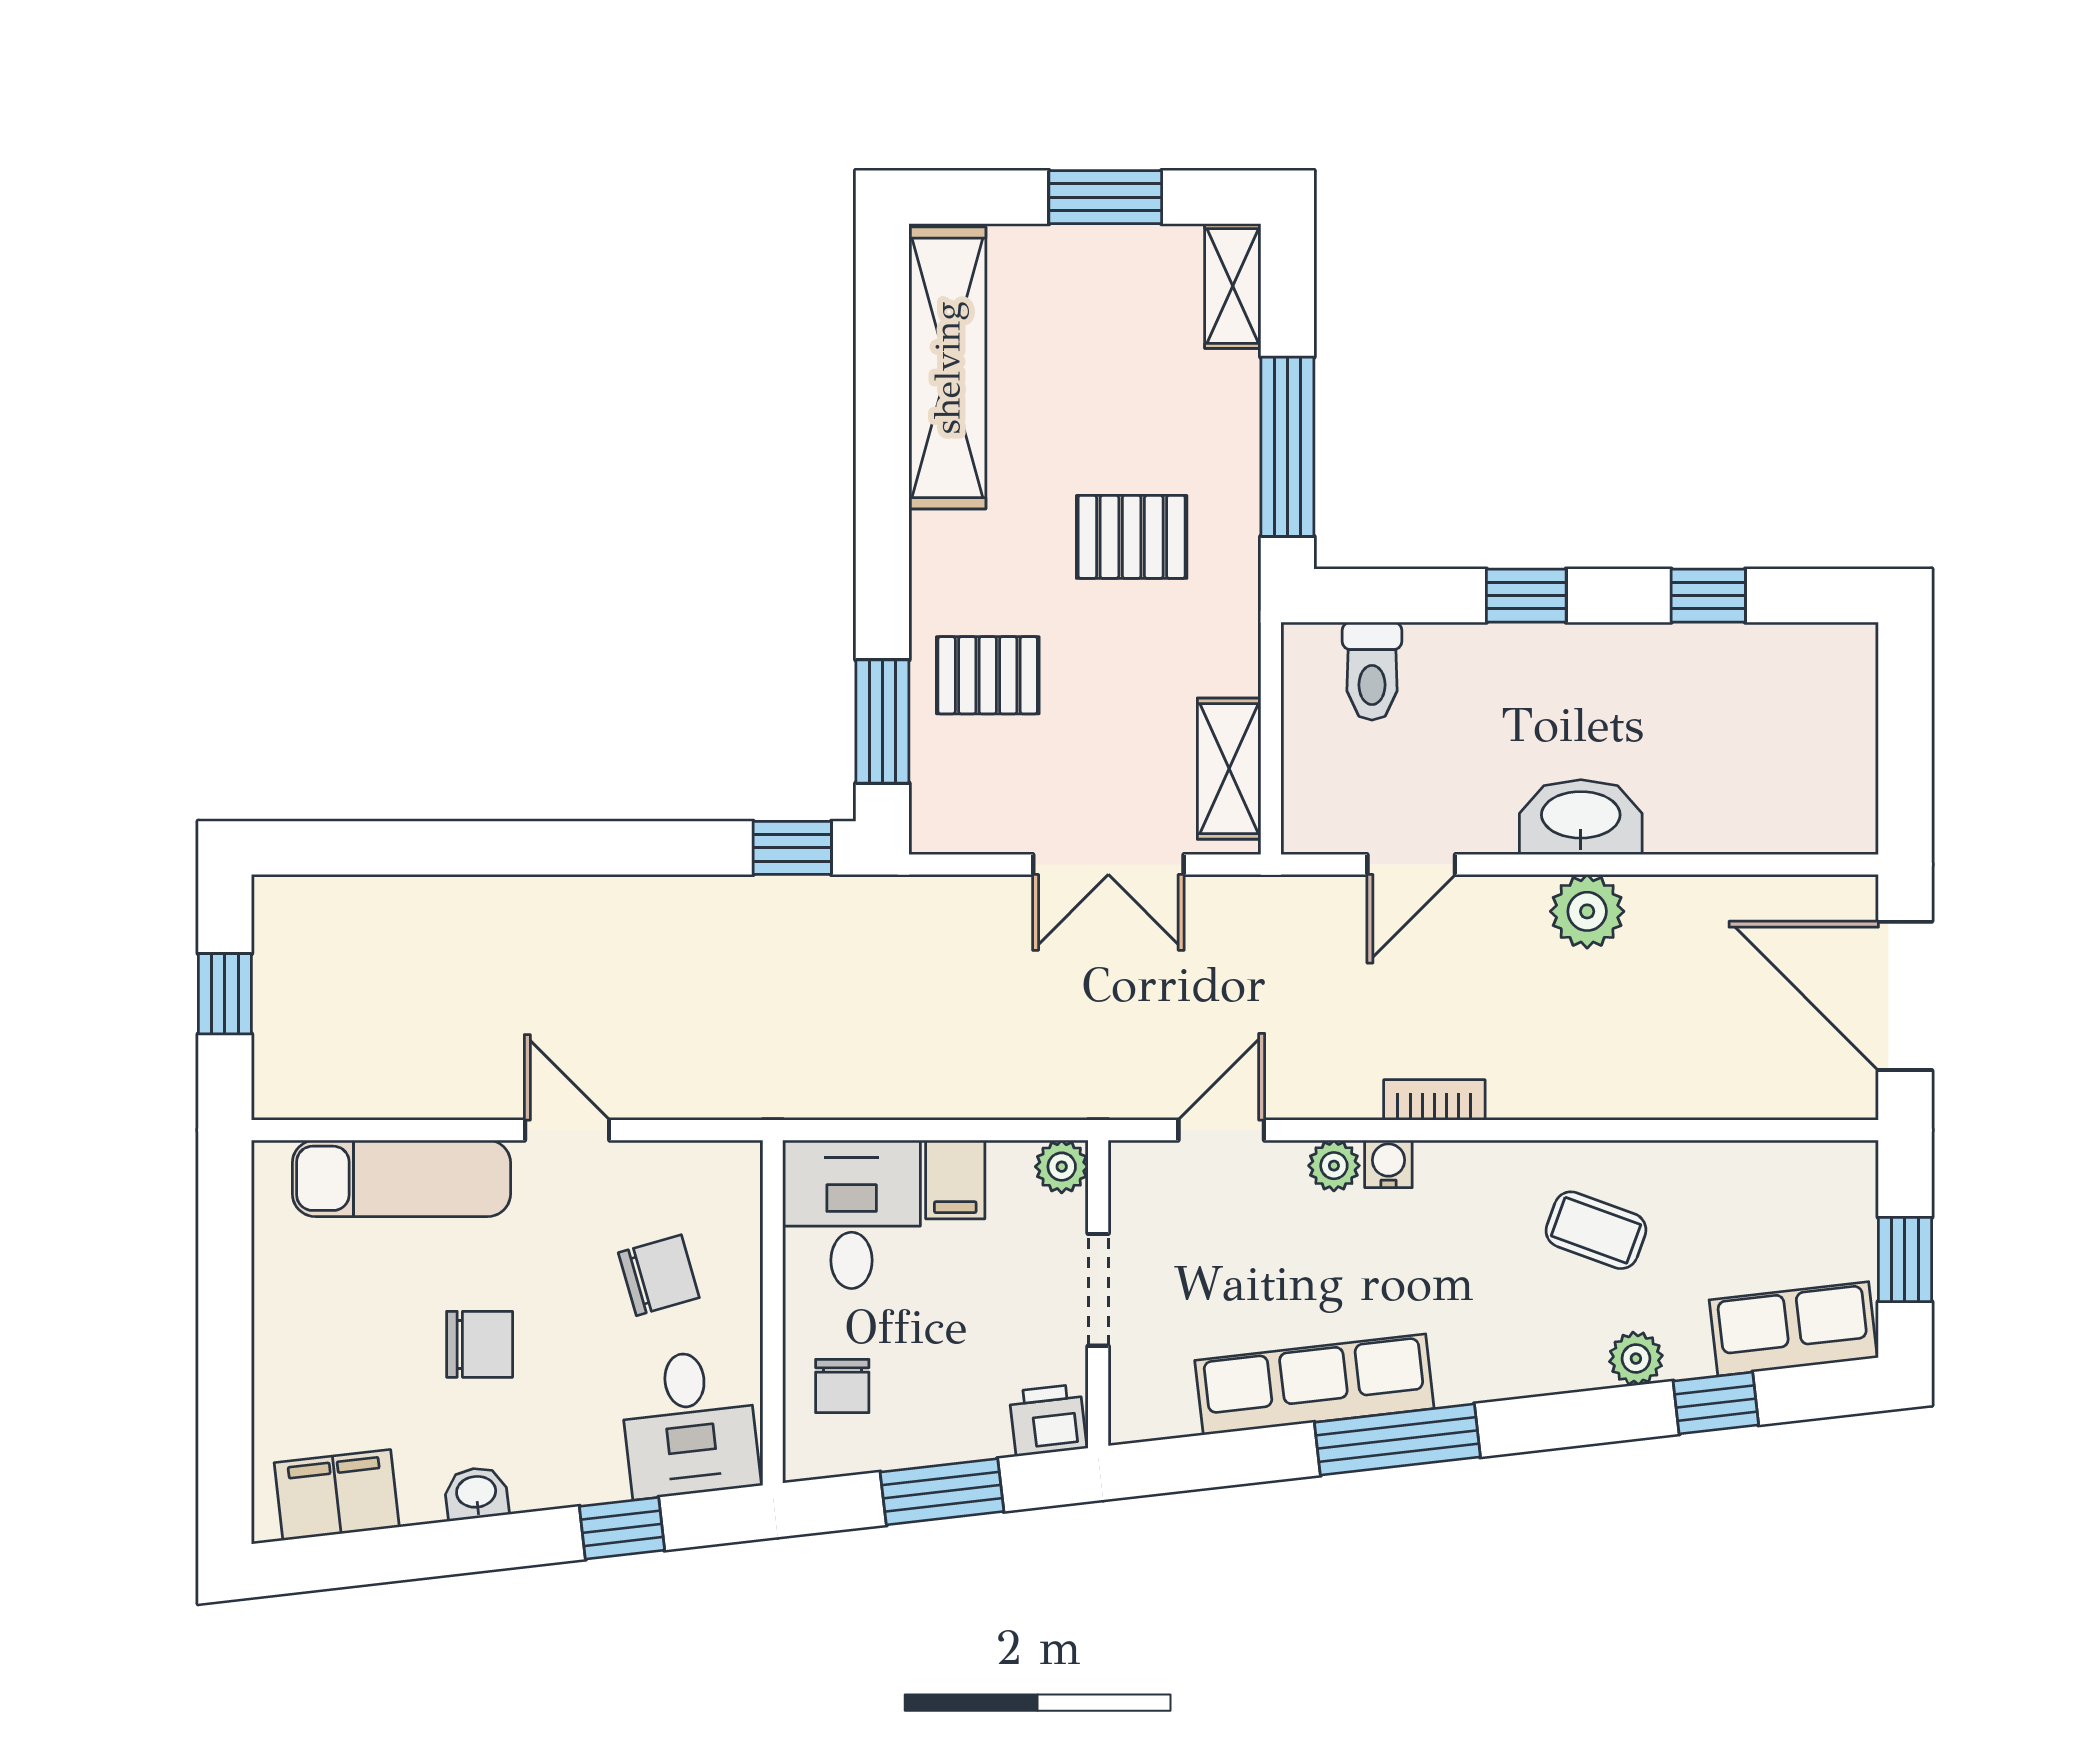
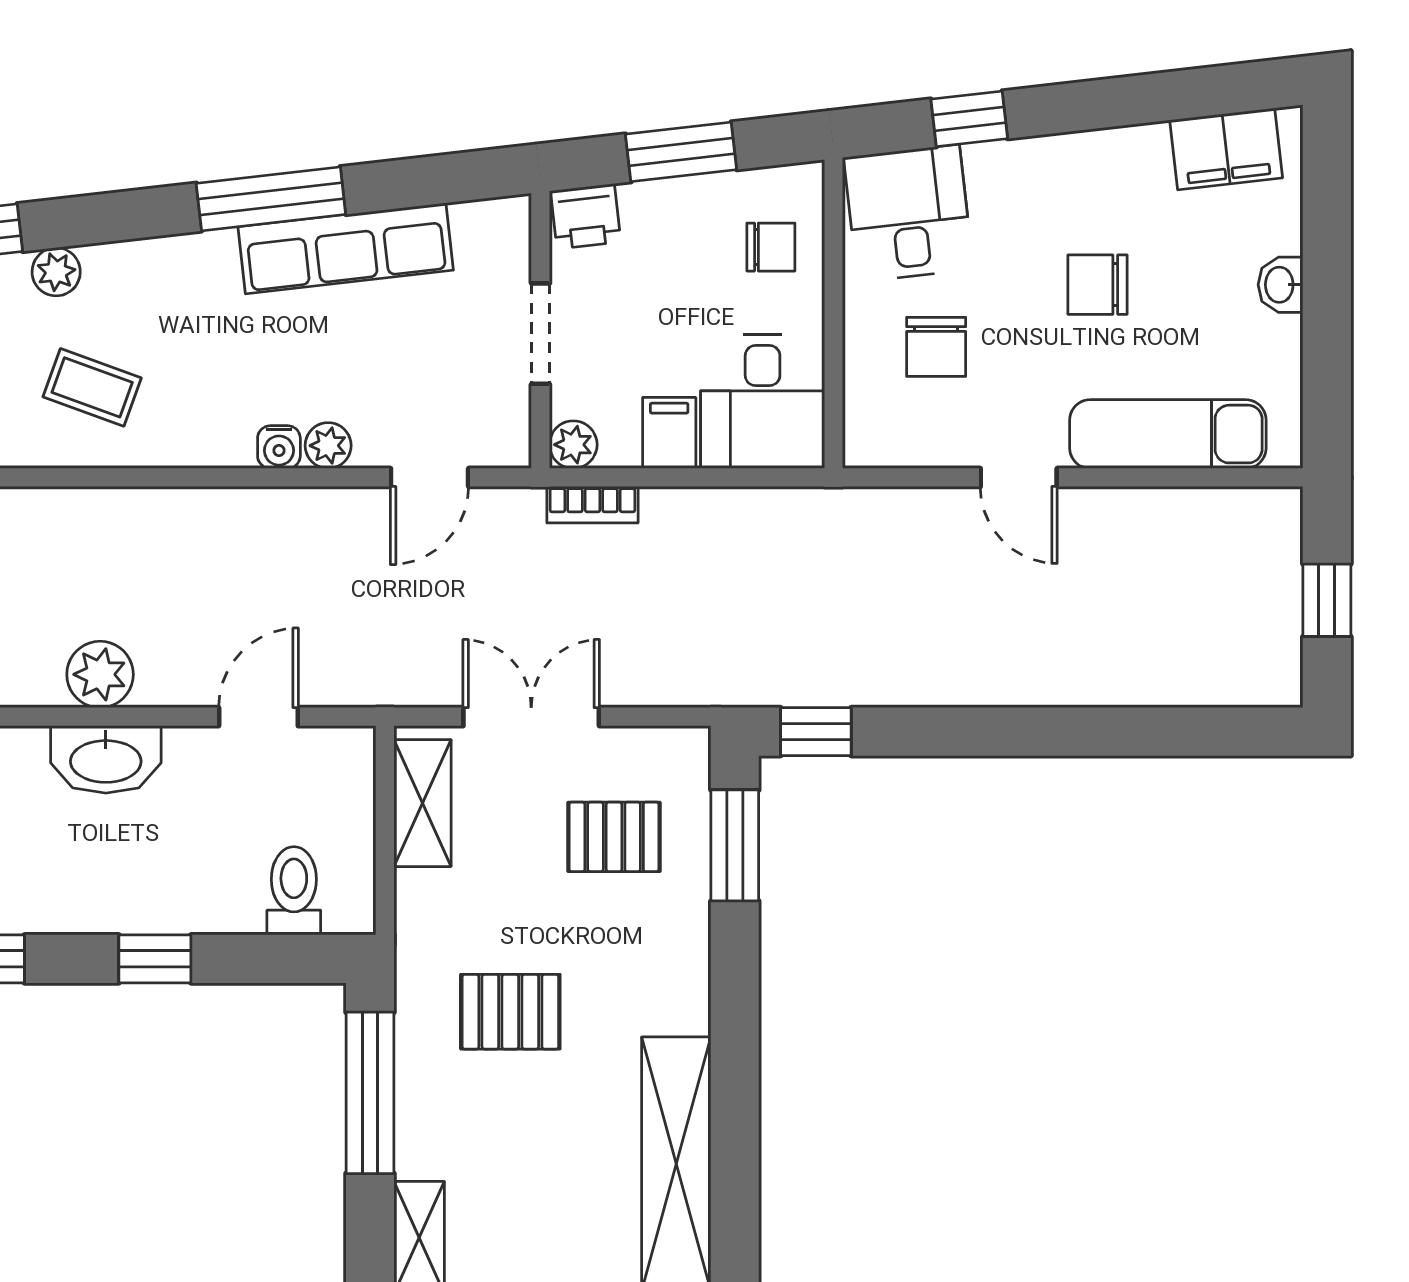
pallet: (988, 675) -> (614, 837), moved
bookcase: (1434, 1100) -> (592, 505), moved
chair: (659, 1275) -> (936, 347), turned -74
chair: (842, 1386) -> (771, 247), turned 90
washbasin: (476, 1493) -> (1281, 285), moved, turned 97

